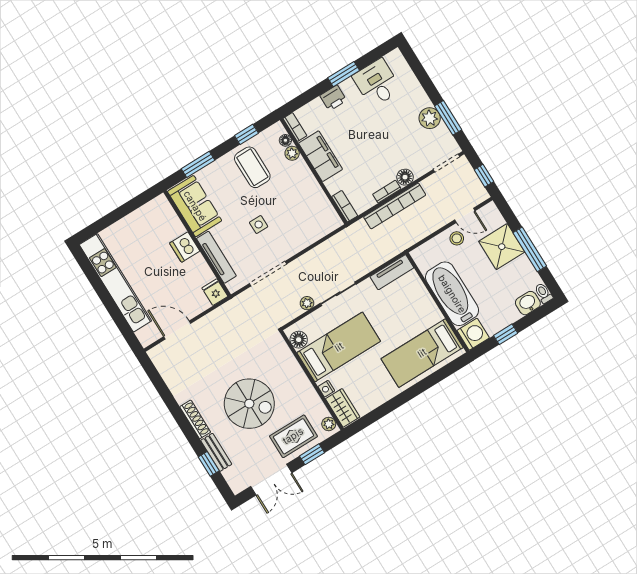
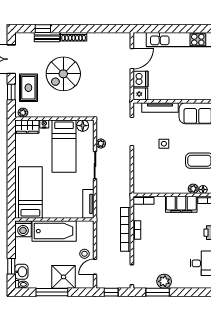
floor lamp: (405, 177) -> (139, 246), removed
dishwasher: (185, 247) -> (141, 79), moved, turned 90
window: (506, 334) -> (11, 266), moved

